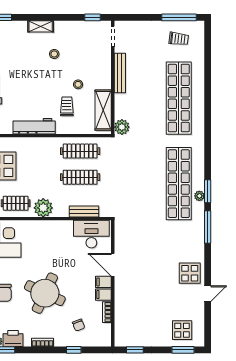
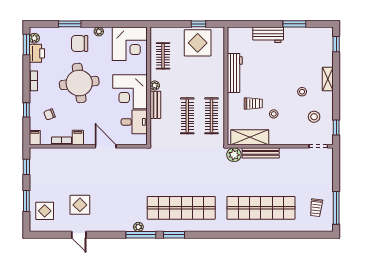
stool: (81, 41) -> (314, 117), added
bench: (120, 73) -> (261, 153), moved
plant: (199, 196) -> (138, 227), moved
plant: (43, 208) -> (155, 86), width x0.53, depth x0.53
bench: (84, 211) -> (155, 105), moved
desk: (91, 234) -> (134, 122), width x0.73
corner desk: (54, 239) -> (130, 92), added
door: (113, 265) -> (106, 146), hinge flipped
display table: (190, 273) -> (80, 205), moved
filing cabinet: (103, 282) -> (35, 138), moved
round table: (45, 293) -> (79, 83), turned -32
window: (183, 350) -> (26, 201), moved

